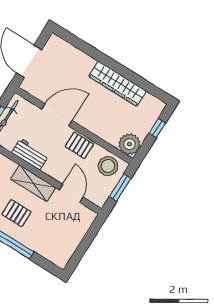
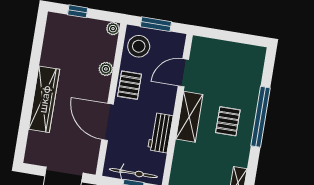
wardrobe: (118, 84) -> (44, 99), moved
plant: (101, 132) -> (106, 69), added
plant: (129, 144) -> (113, 29), width x0.53, depth x0.53

